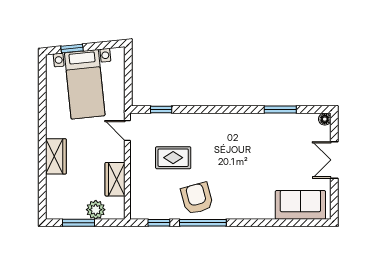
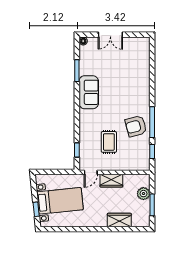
wardrobe: (56, 156) -> (119, 220), moved
wardrobe: (115, 179) -> (111, 181), moved
sofa: (300, 205) -> (89, 92), moved, turned 180

